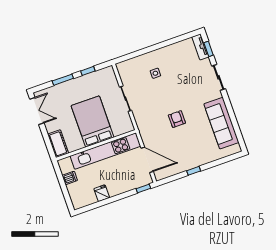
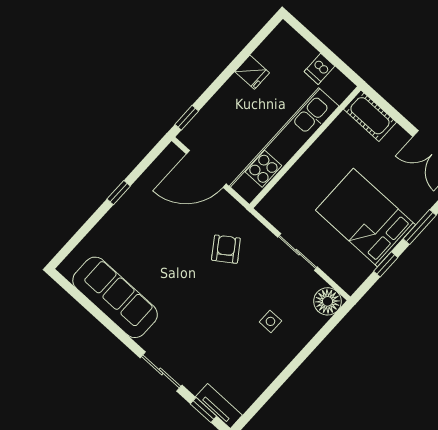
floor lamp: (124, 68) -> (327, 301), added
armchair: (177, 119) -> (226, 249), moved, turned -125
bed: (92, 121) -> (365, 218), moved, turned 180

